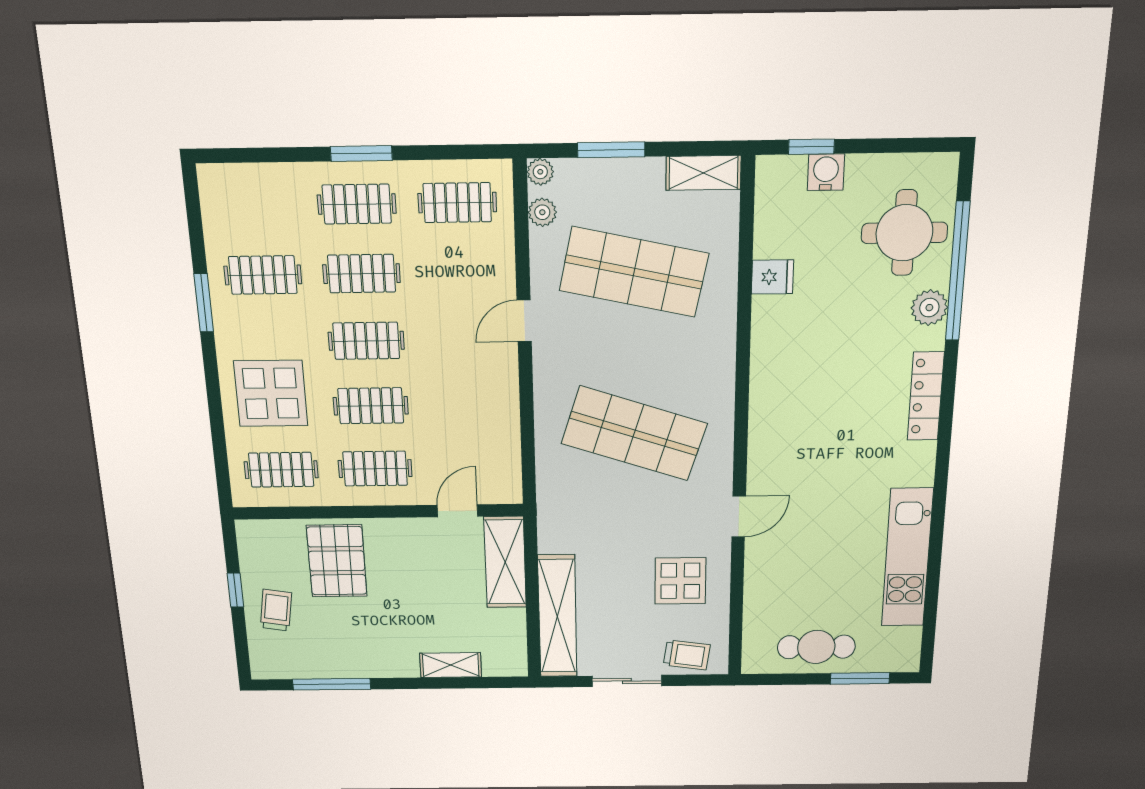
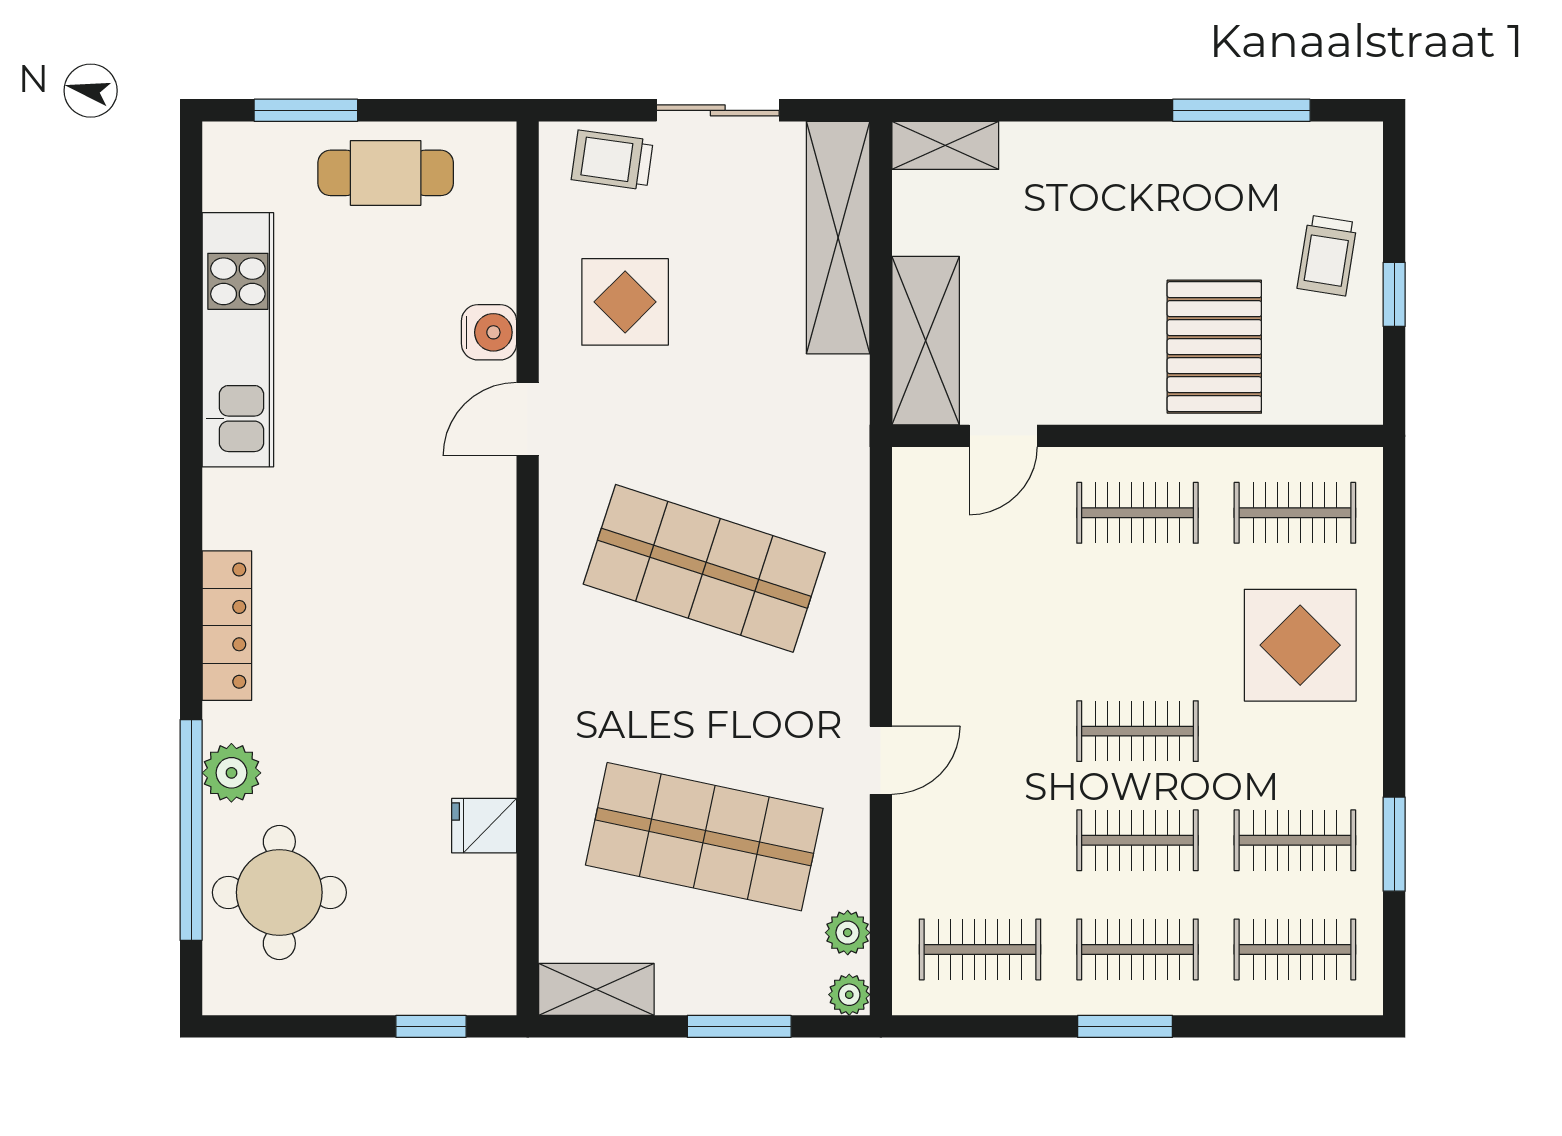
water cooler: (826, 172) -> (489, 332), moved, turned -90
window: (204, 303) -> (1394, 844), moved
clothes rail: (371, 406) -> (1295, 949), moved
shelving: (451, 665) -> (945, 145), moved

